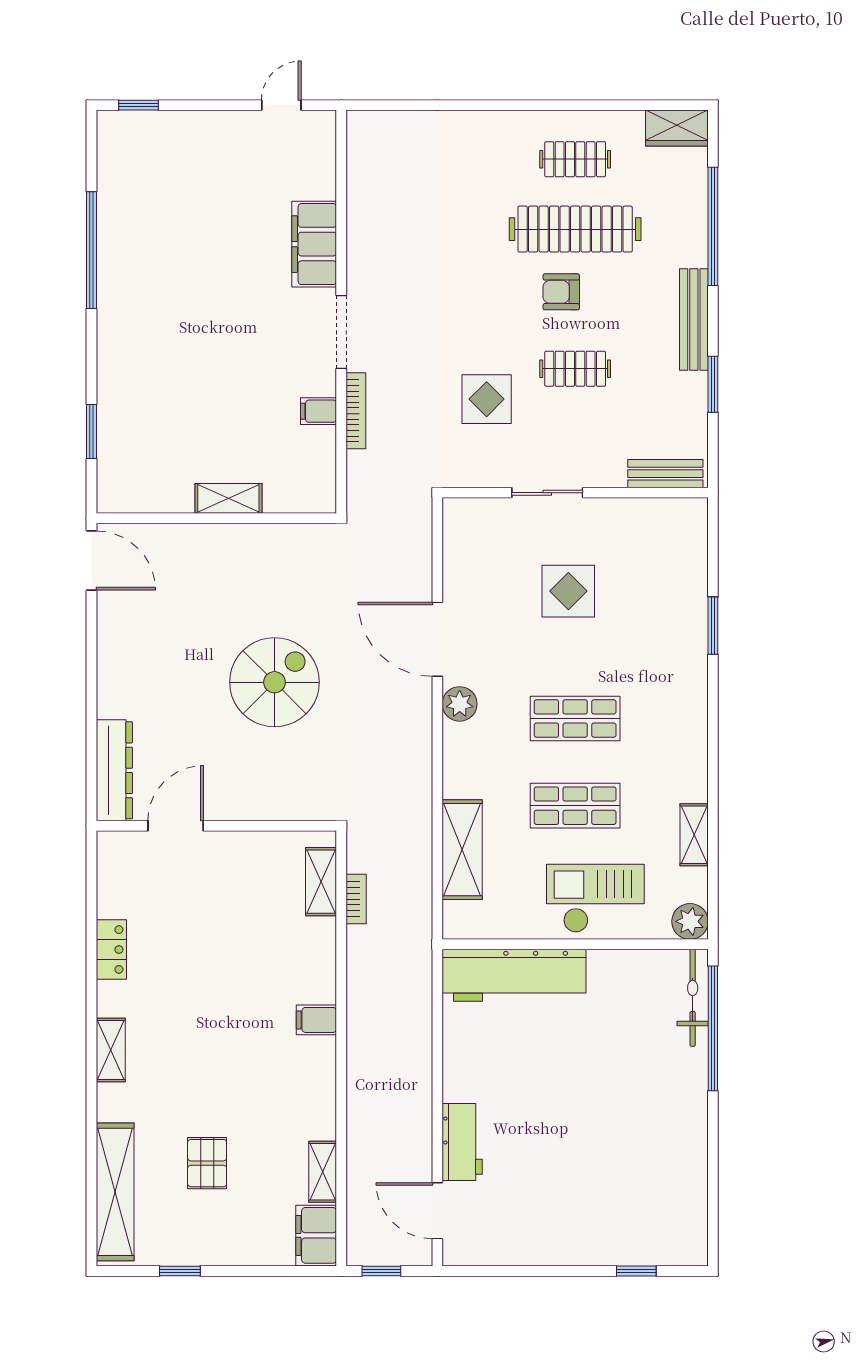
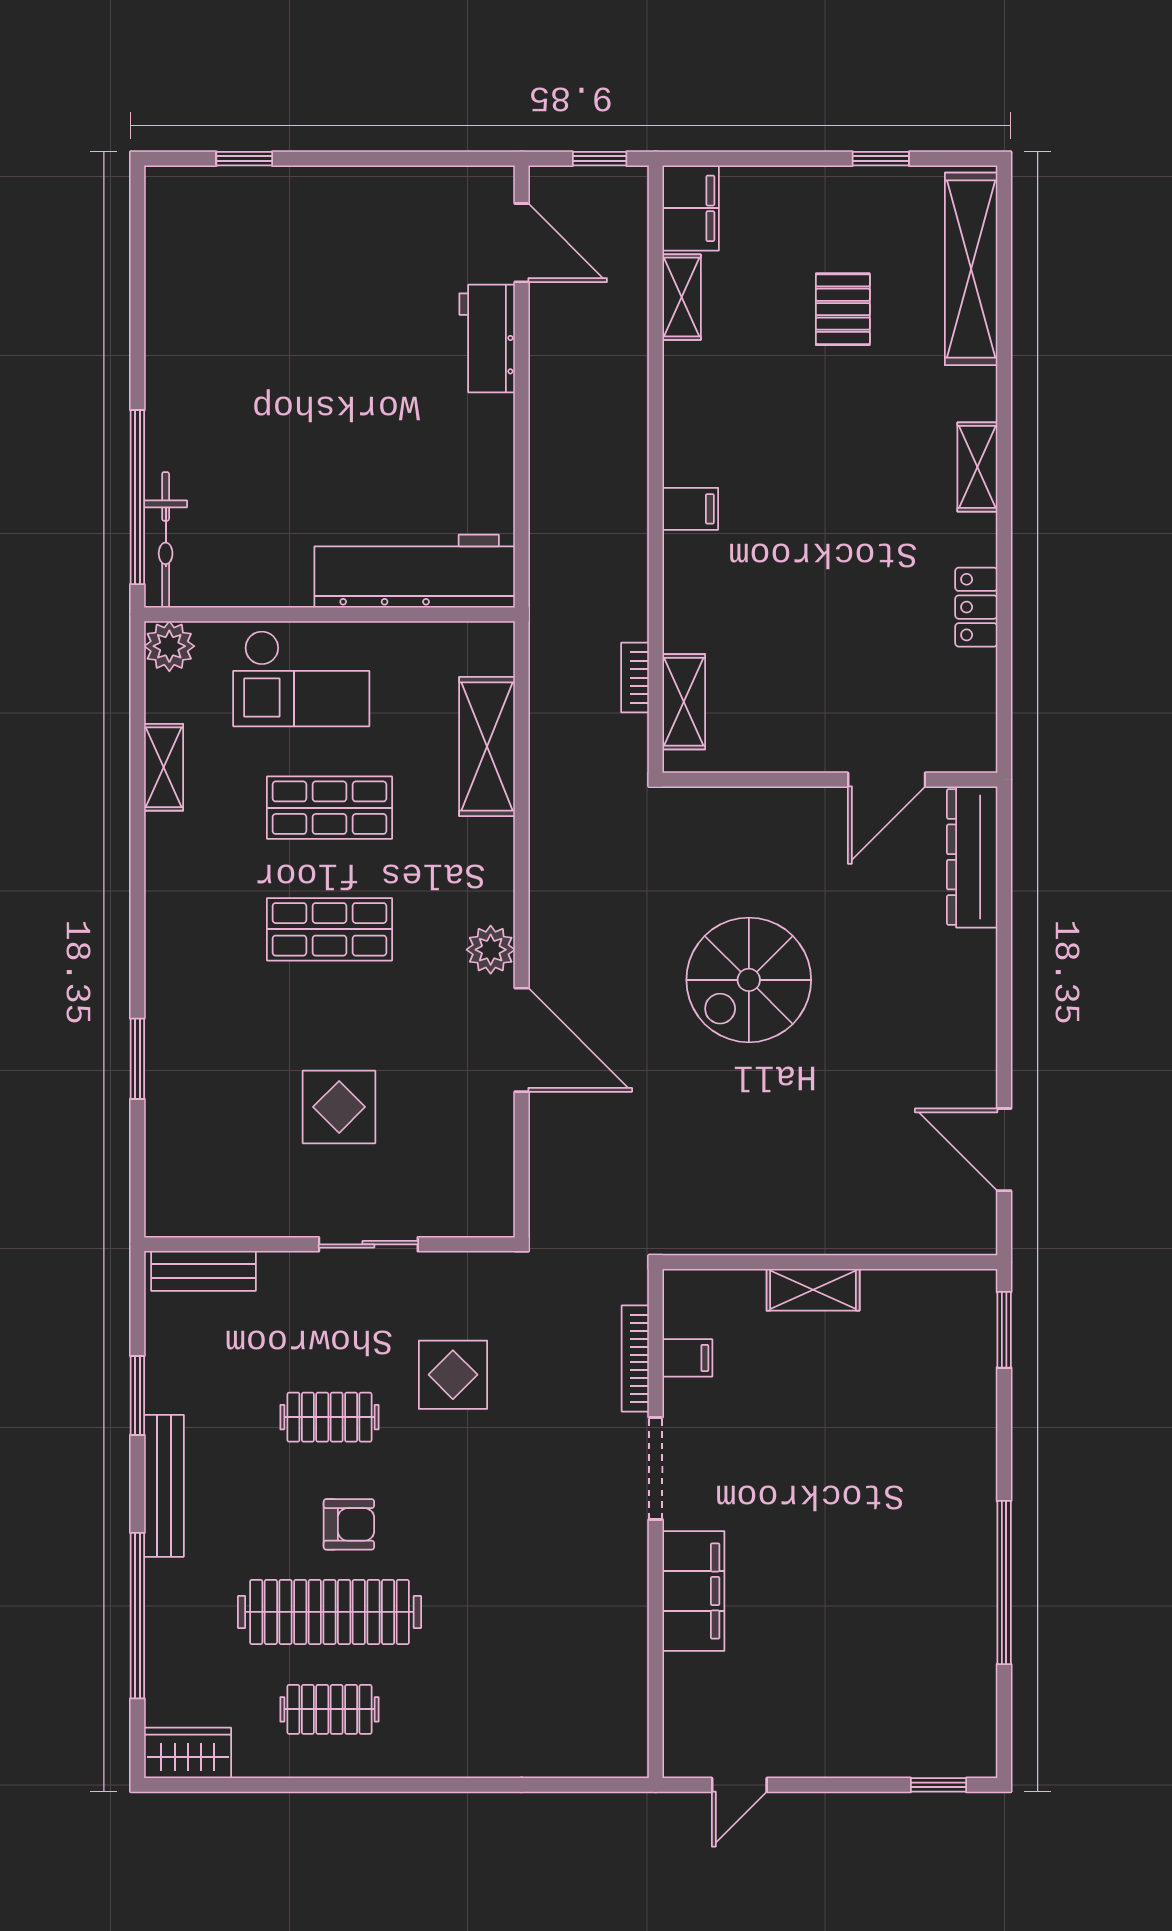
shelving: (228, 498) -> (813, 1290), moved
wall: (216, 518) -> (830, 1262), moved

